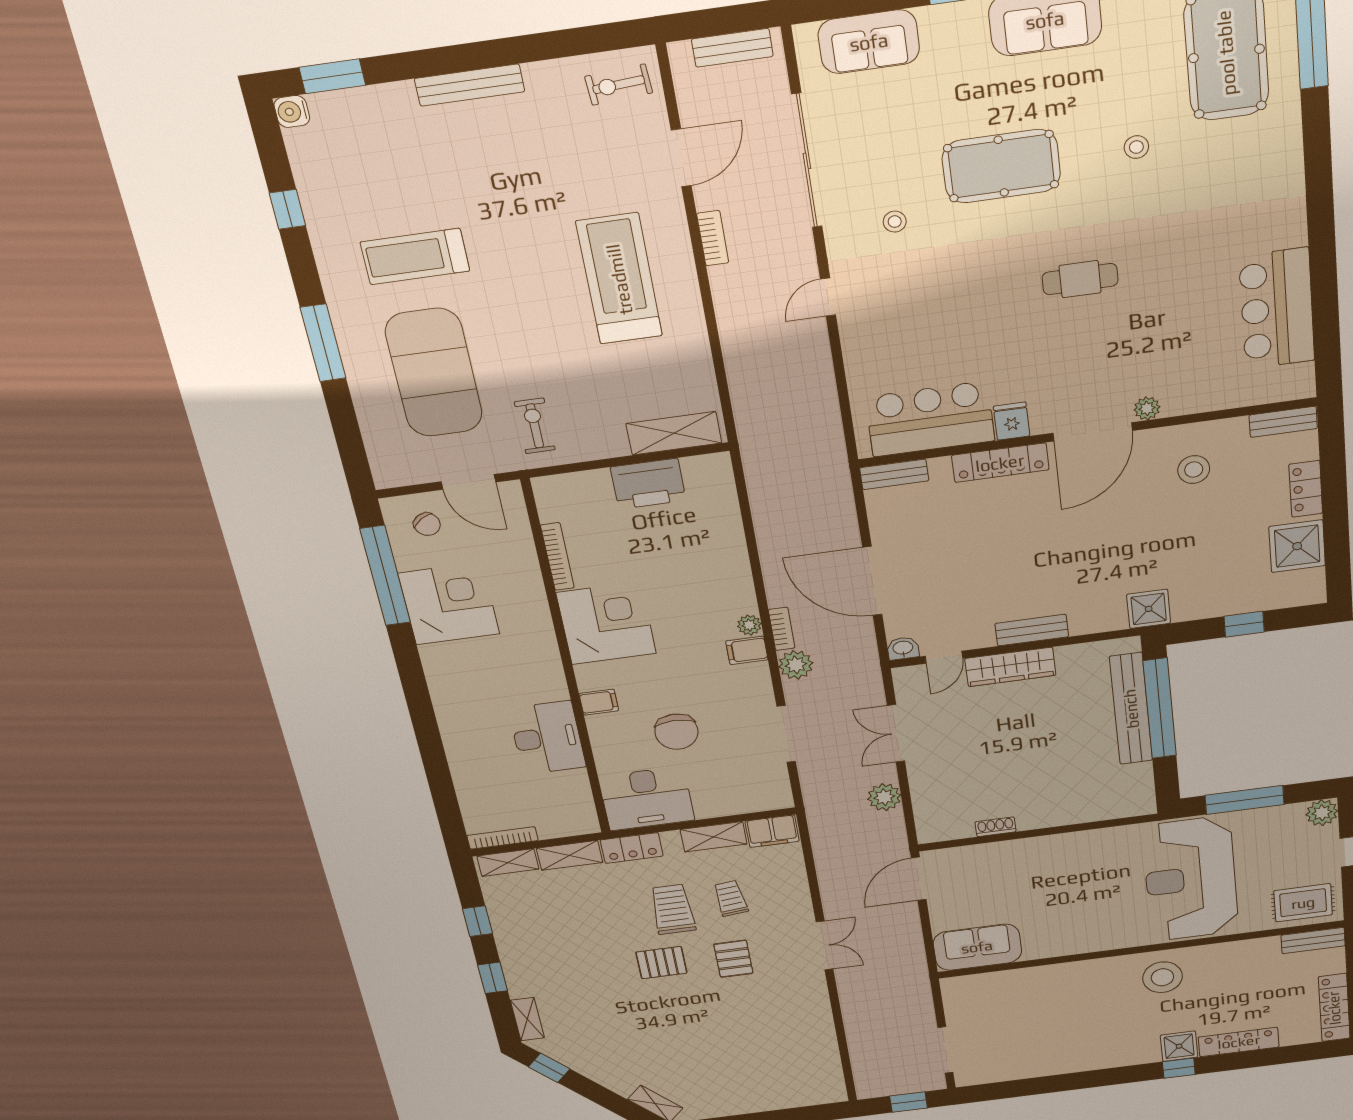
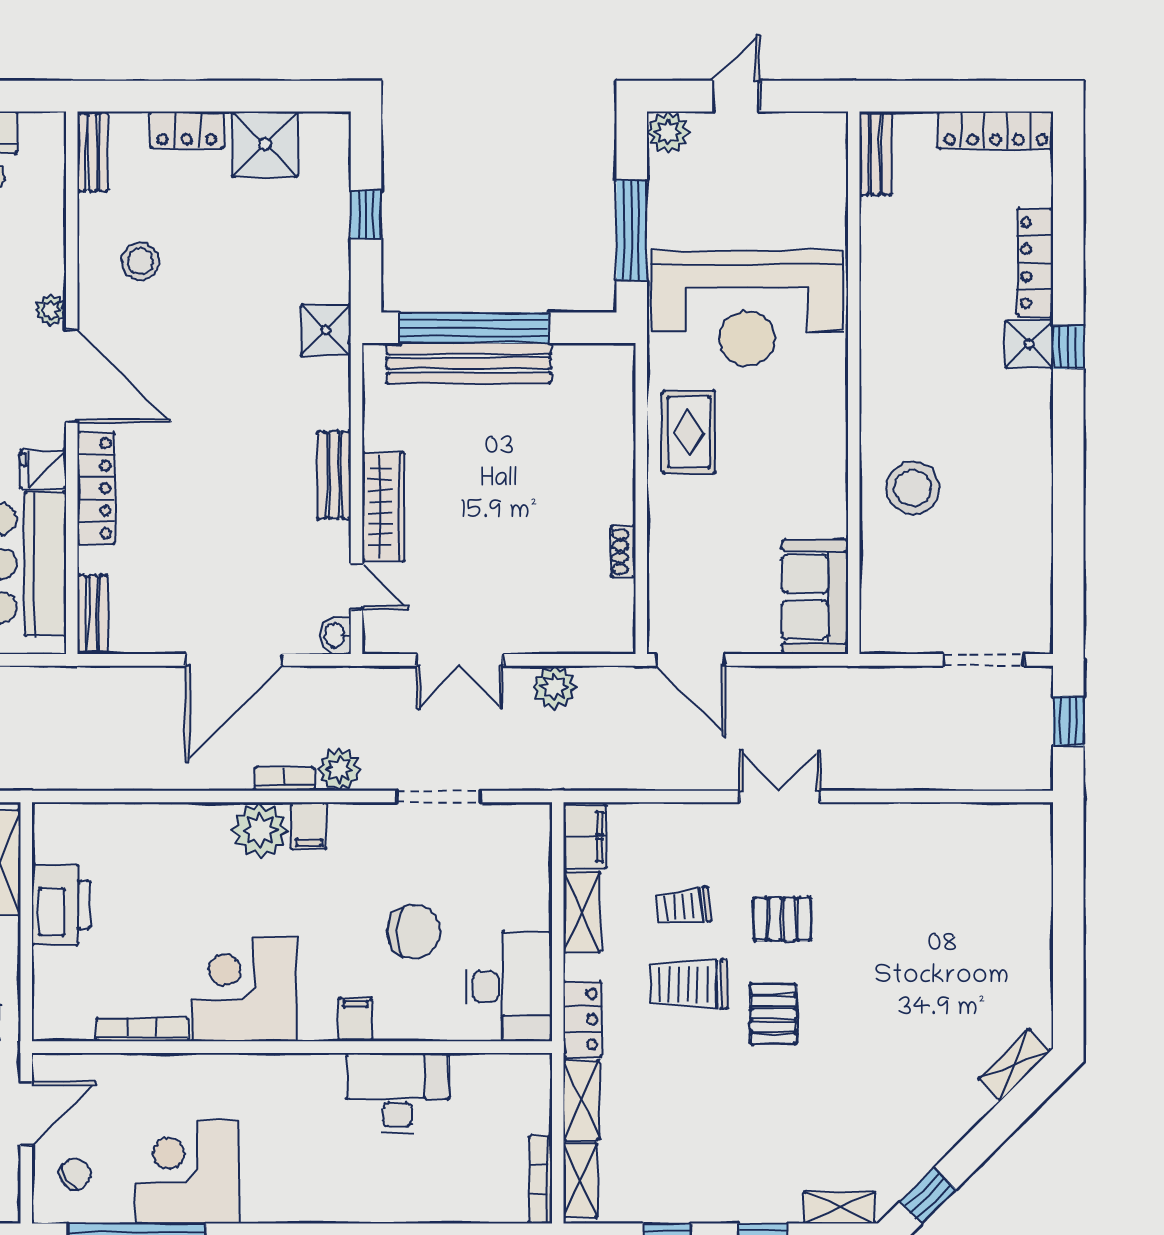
plant: (749, 625) -> (260, 830), width x1.88, depth x1.88
rug: (1303, 903) -> (689, 432), moved
stool: (1162, 977) -> (913, 488), moved

